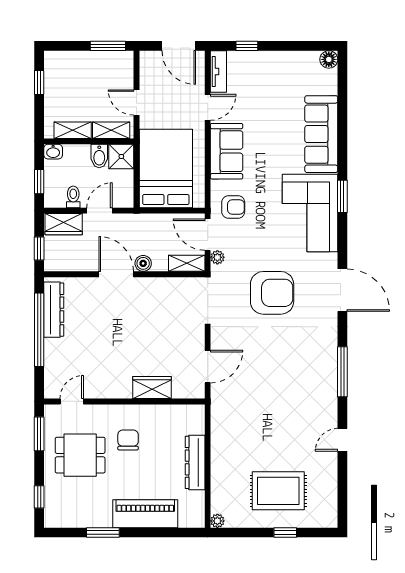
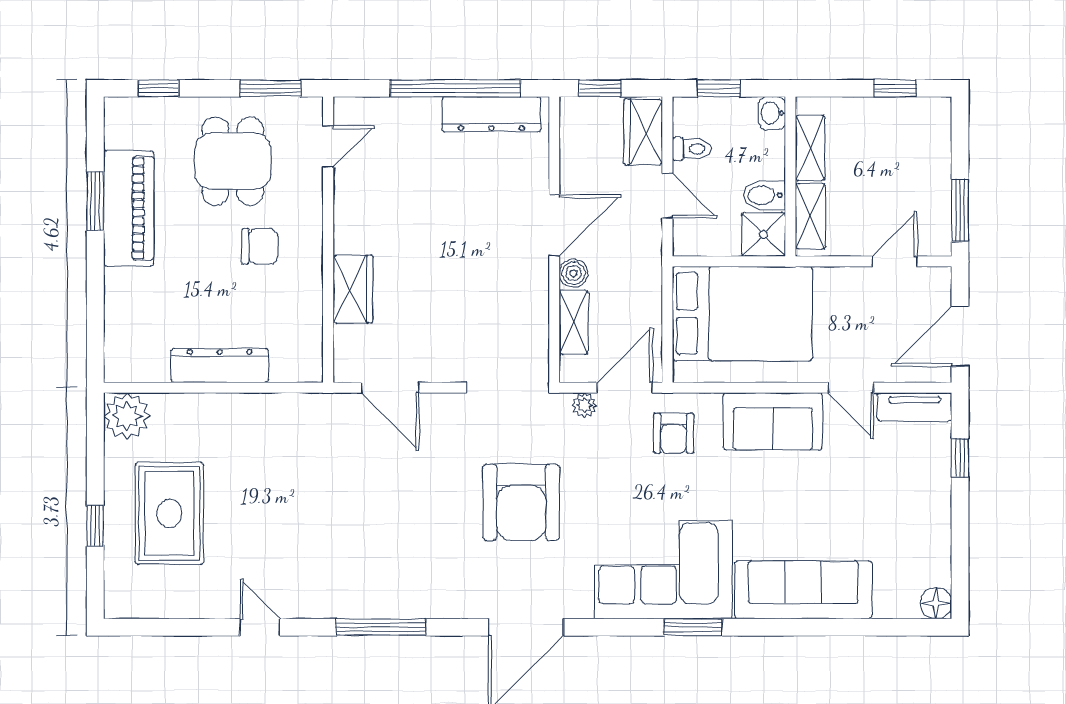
door: (136, 102) -> (895, 261), moved
shelving: (187, 263) -> (574, 322), moved
door: (72, 401) -> (328, 146), hinge flipped
piano: (145, 514) -> (129, 208), moved
plant: (217, 521) -> (127, 416), width x1.87, depth x1.87

